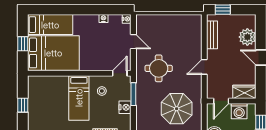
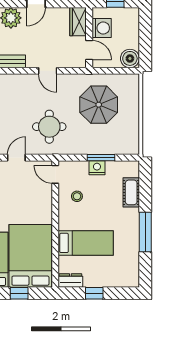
dresser: (33, 86) -> (70, 280), added
window: (133, 94) -> (101, 158), moved
bed: (79, 98) -> (86, 243), moved

